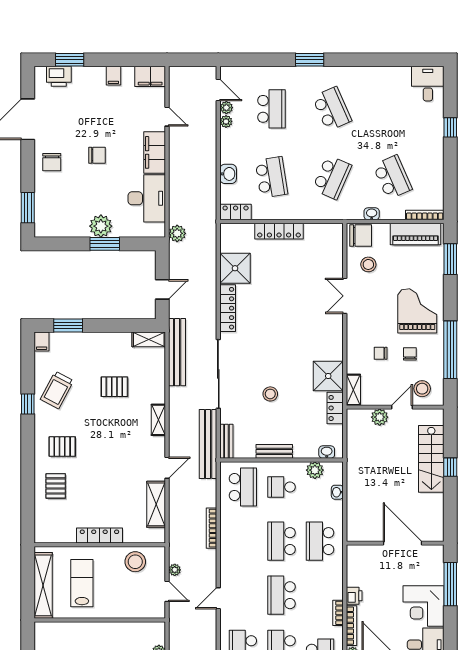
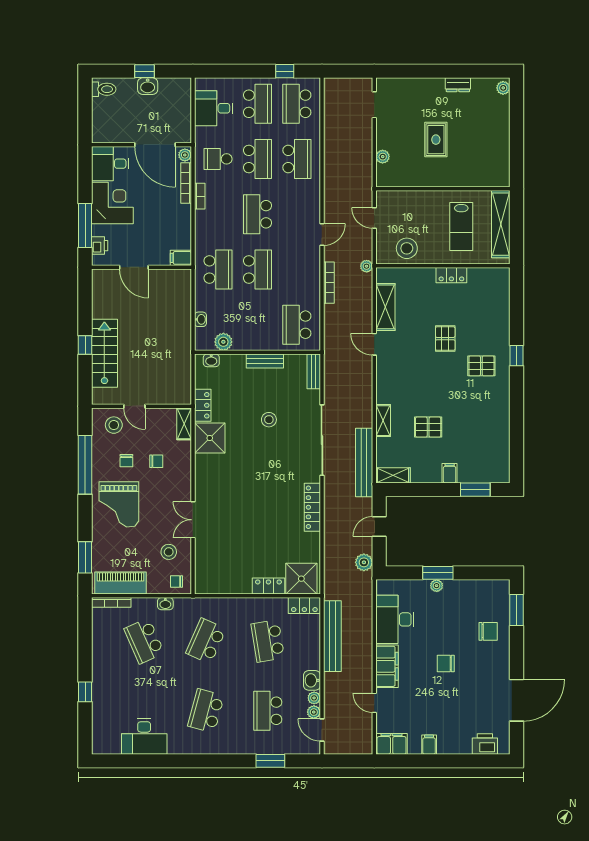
window: (70, 60) -> (474, 761), removed
window: (310, 60) -> (270, 761), moved
desk: (428, 84) -> (144, 737), moved, width x1.37
school desk: (332, 109) -> (206, 711), turned 39
chair: (52, 162) -> (488, 631), moved, turned 90
washbasin: (228, 174) -> (312, 680), moved
plant: (101, 226) -> (437, 586), width x0.53, depth x0.53
locker: (279, 231) -> (268, 586), width x0.66
plant: (177, 233) -> (364, 562), moved
chair: (361, 236) -> (177, 581), width x0.54, depth x0.54
shower: (235, 268) -> (301, 579), moved
double door: (345, 296) -> (193, 520), swing flipped
filing cabinet: (42, 341) -> (450, 473), moved
trolley: (57, 390) -> (487, 424), removed
window: (28, 404) -> (516, 356), moved
door: (402, 407) -> (134, 406), hinge flipped
plant: (380, 417) -> (157, 396), removed
shelving: (158, 420) -> (383, 421), moved
bench: (208, 444) -> (332, 636), moved
door: (167, 468) -> (374, 344), hinge flipped
pallet: (56, 486) -> (445, 339), moved
school desk: (281, 487) -> (257, 325), removed
locker: (99, 536) -> (451, 275), width x0.66
door: (402, 543) -> (134, 267), width x0.73
filing cabinet: (356, 552) -> (181, 258), added
plant: (175, 570) -> (367, 266), moved
school desk: (281, 595) -> (257, 214), turned 180
printer: (354, 596) -> (100, 246), moved, turned 180
door: (218, 598) -> (322, 234), moved

